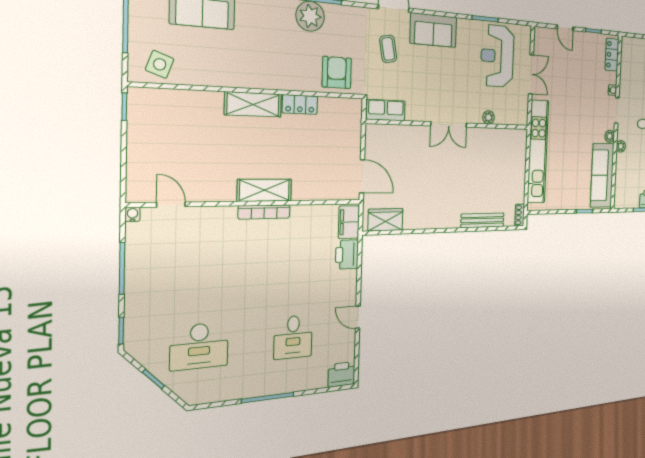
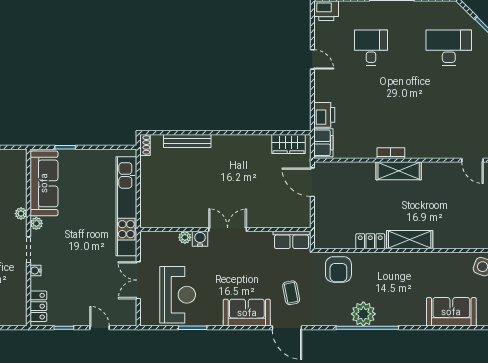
water cooler: (475, 115) -> (200, 239), added
bookcase: (264, 212) -> (391, 153), width x0.64

